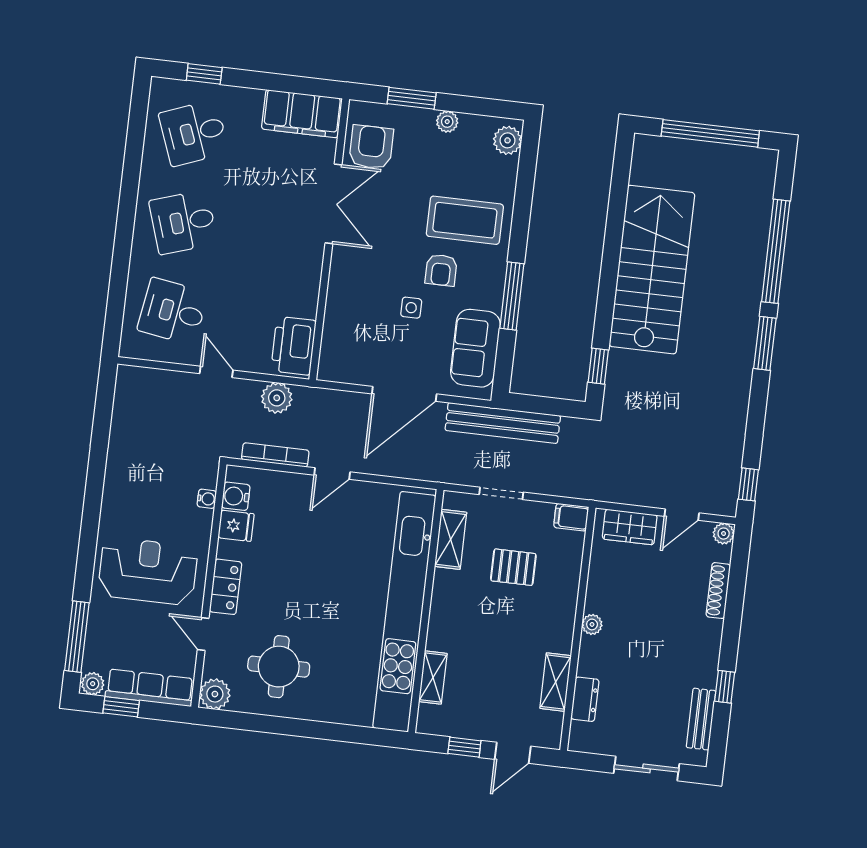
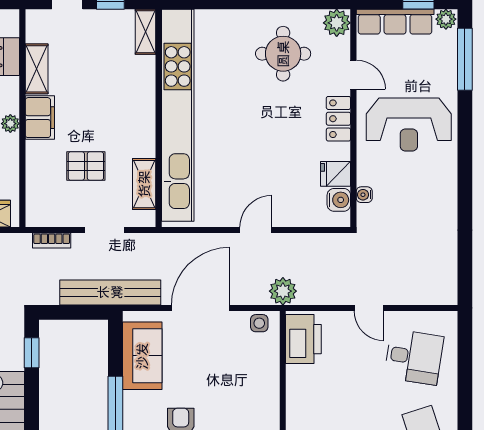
side table: (411, 308) -> (259, 323), moved
plant: (277, 398) -> (283, 291), moved
bookcase: (275, 455) -> (52, 241), moved, width x0.64
filing cabinet: (571, 517) -> (40, 118), moved, width x2.00
shelving: (433, 677) -> (146, 32), moved

